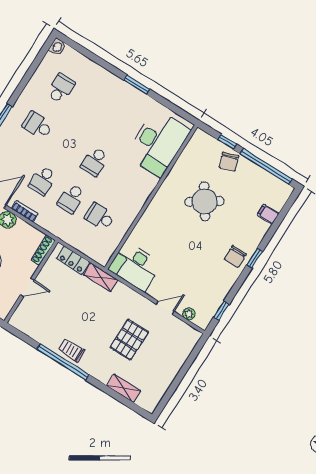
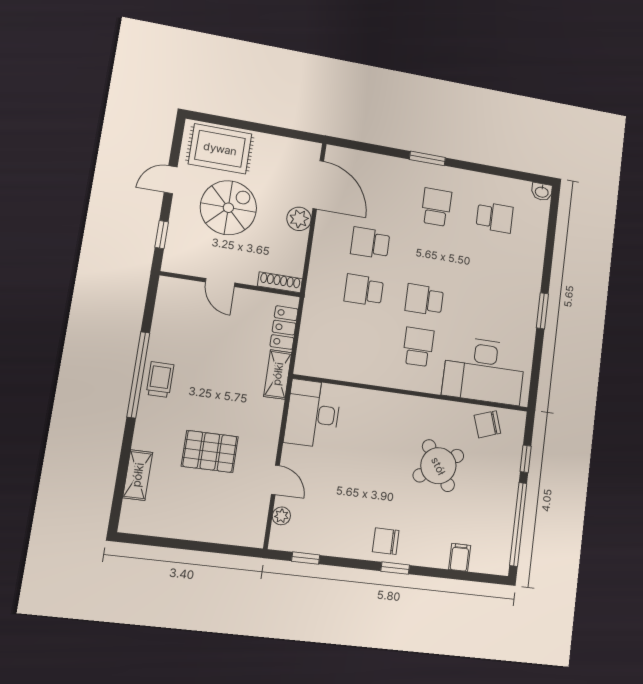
chair: (229, 162) -> (487, 424), moved
bookcase: (25, 211) -> (320, 237), removed
school desk: (100, 217) -> (418, 347), moved

